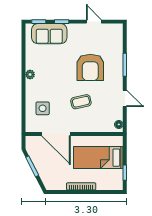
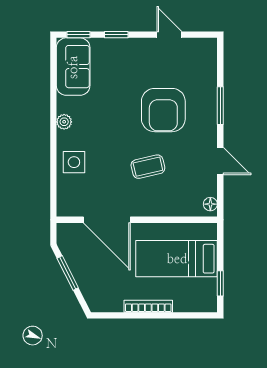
sofa: (49, 34) -> (73, 67), moved, turned -90
side table: (43, 108) -> (74, 162), moved

